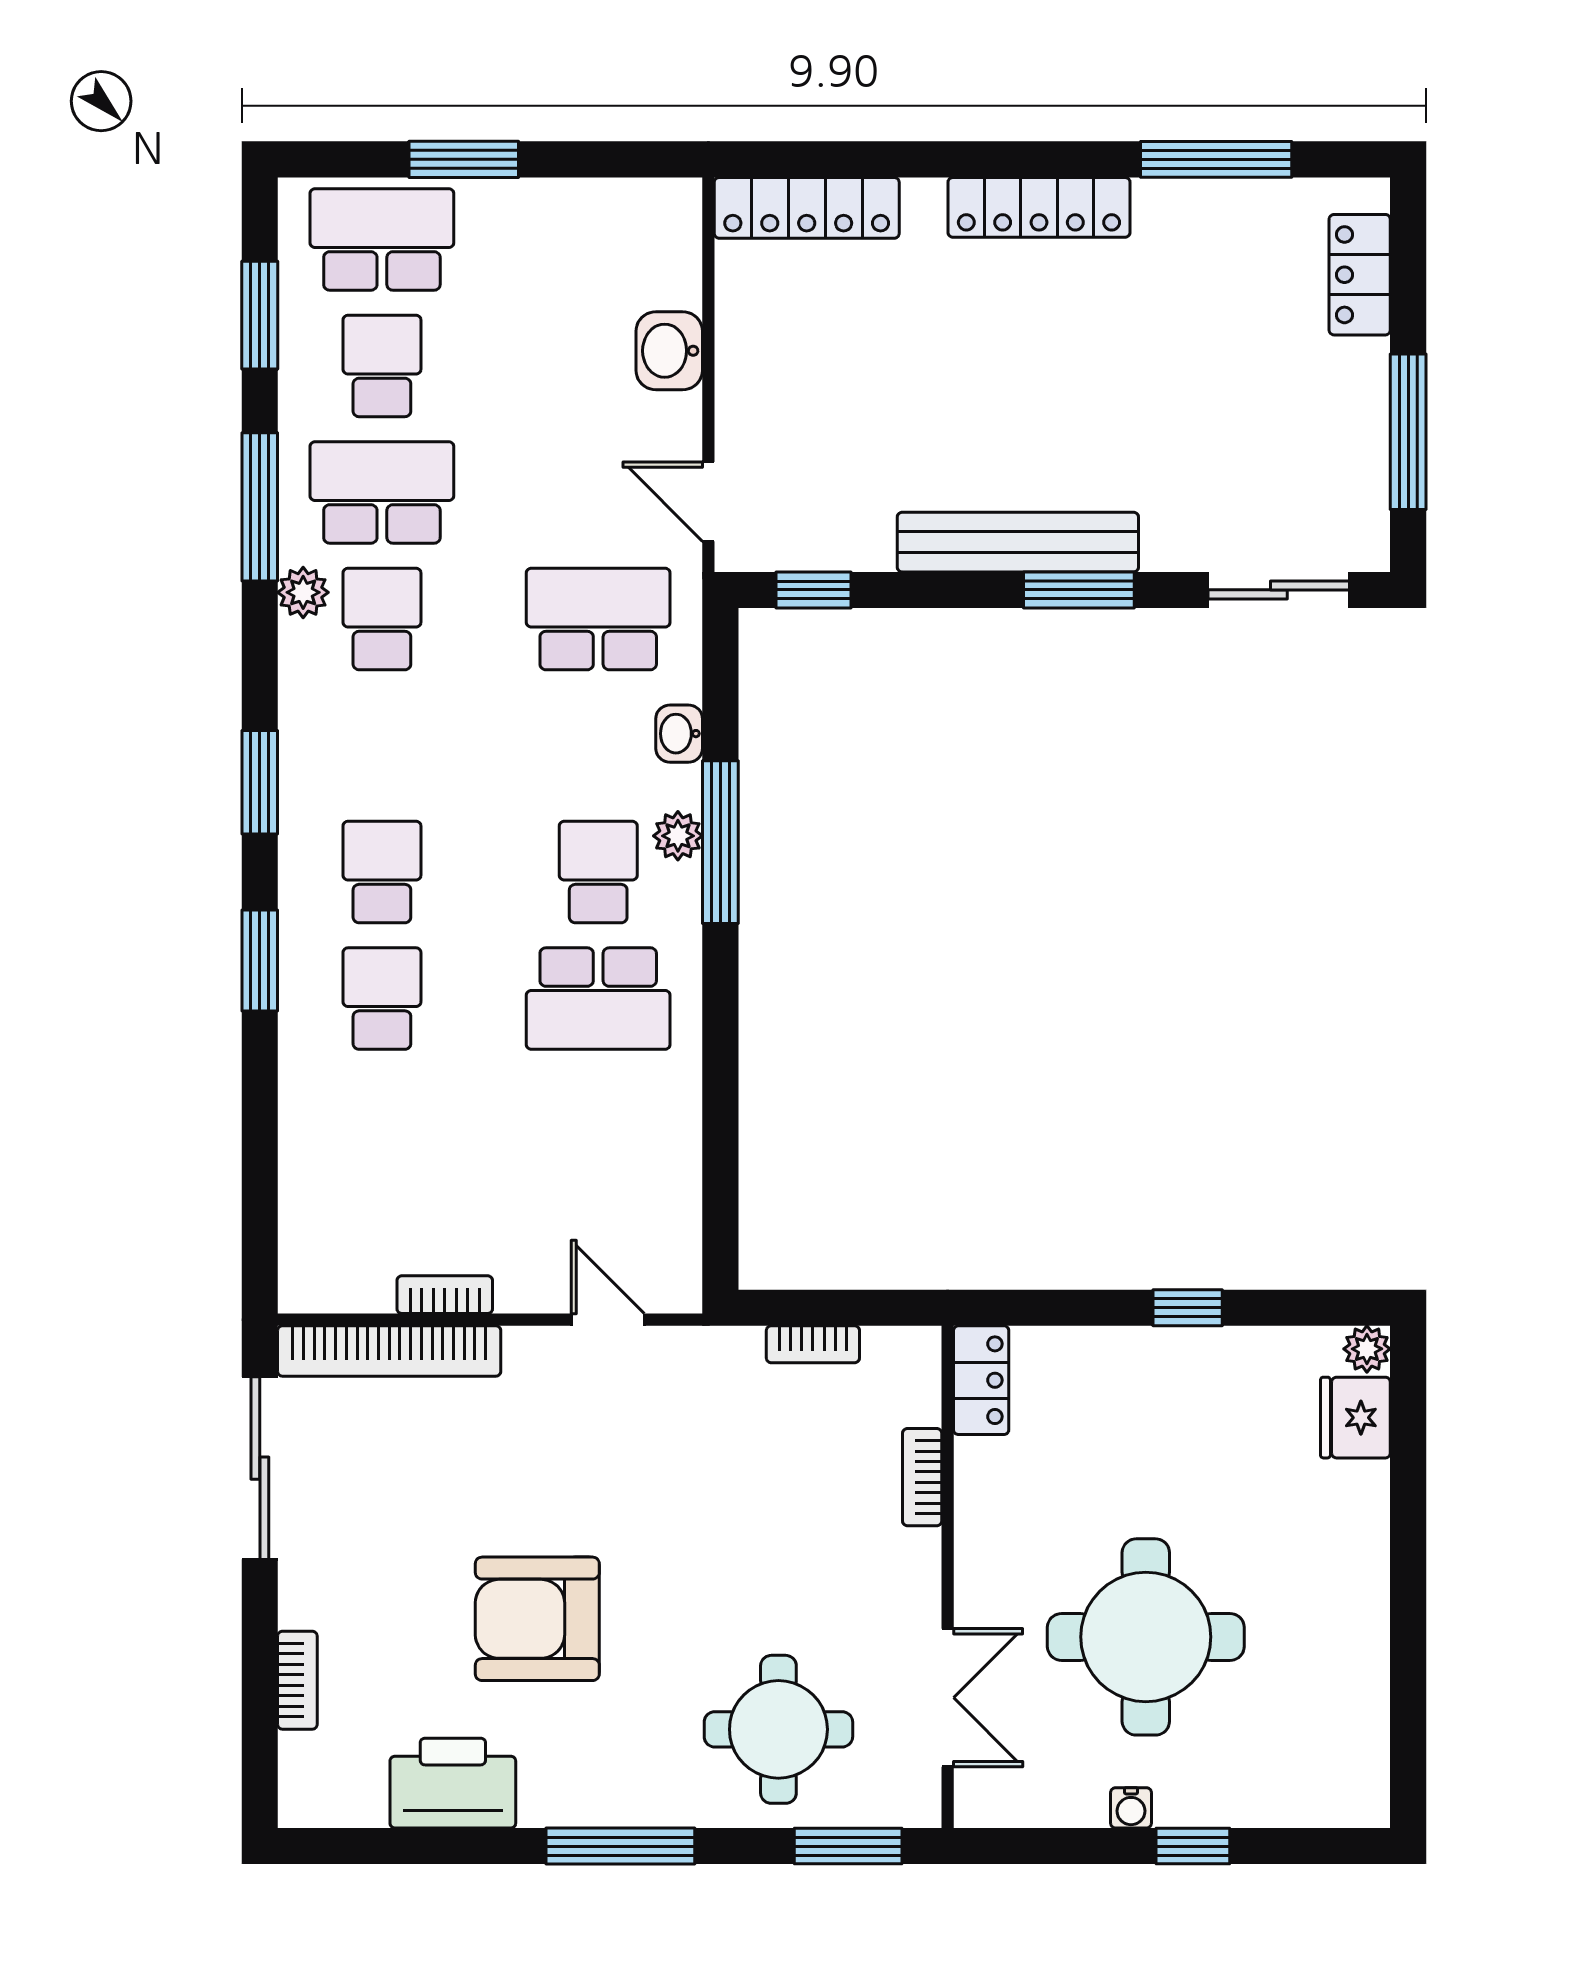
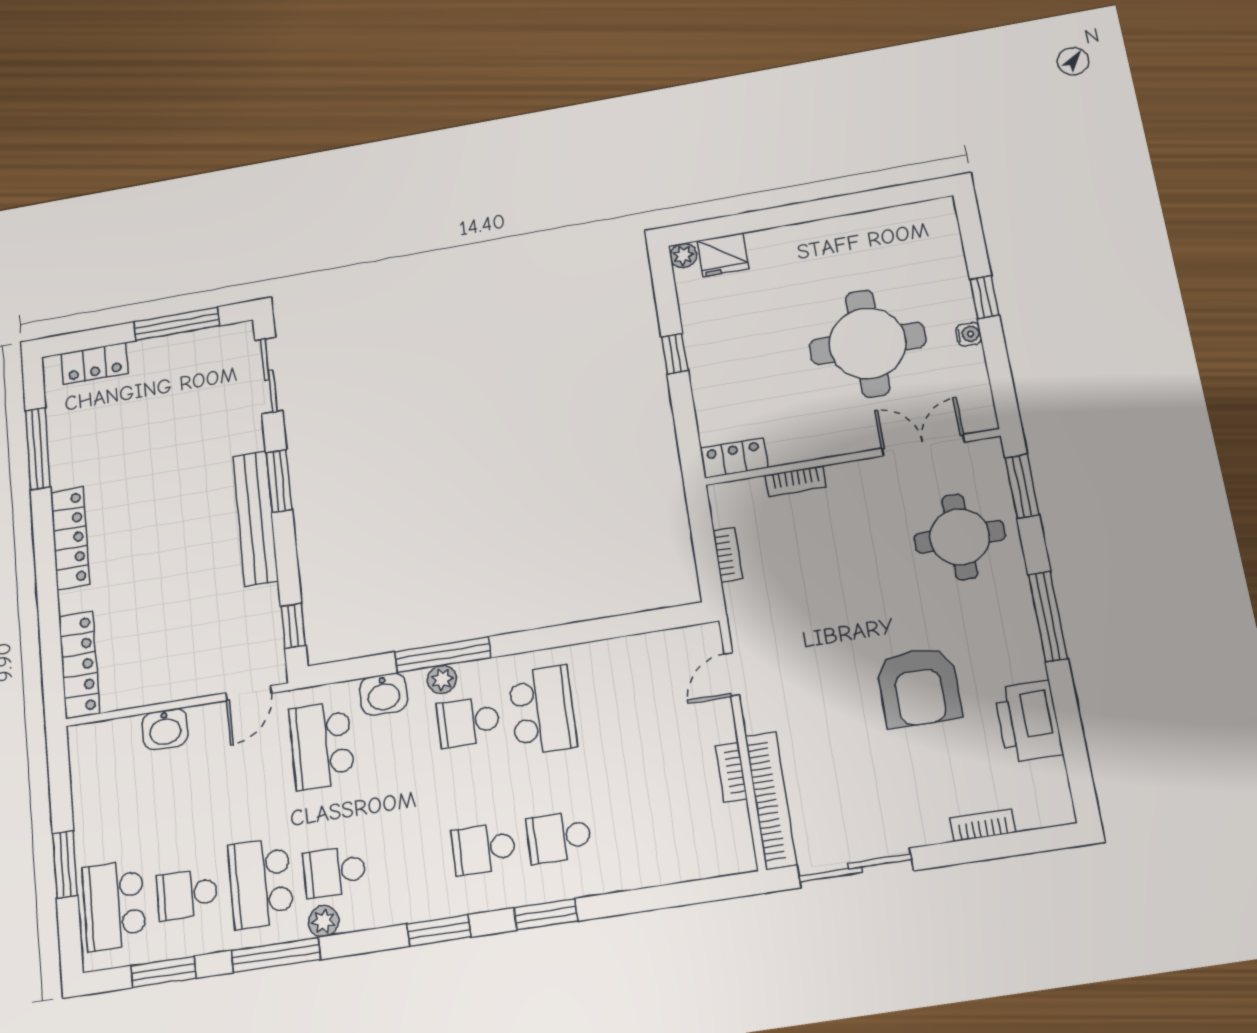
washbasin: (679, 734) -> (384, 694), width x1.38, depth x1.45

